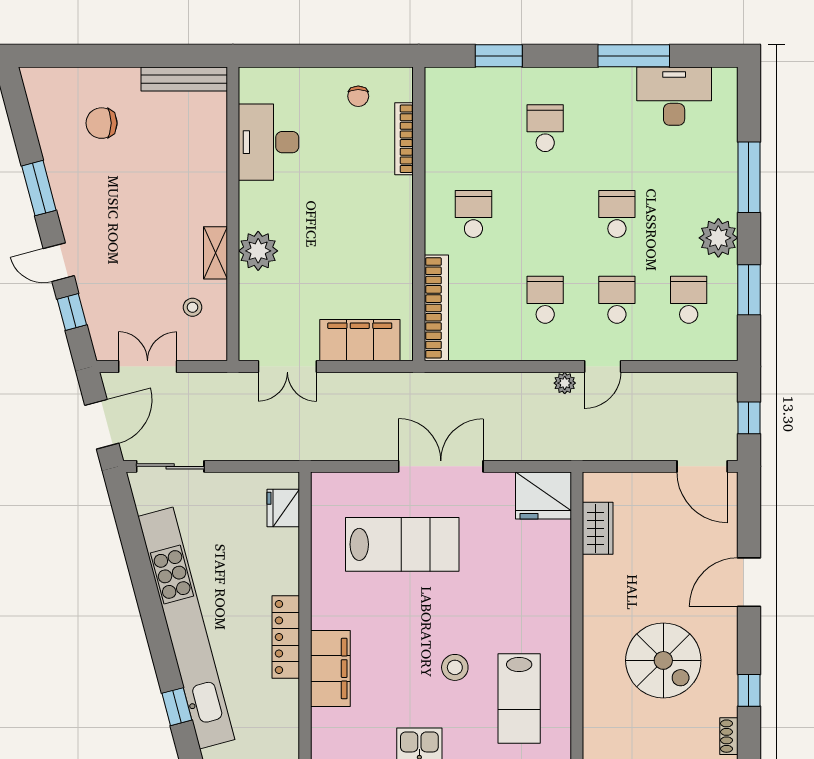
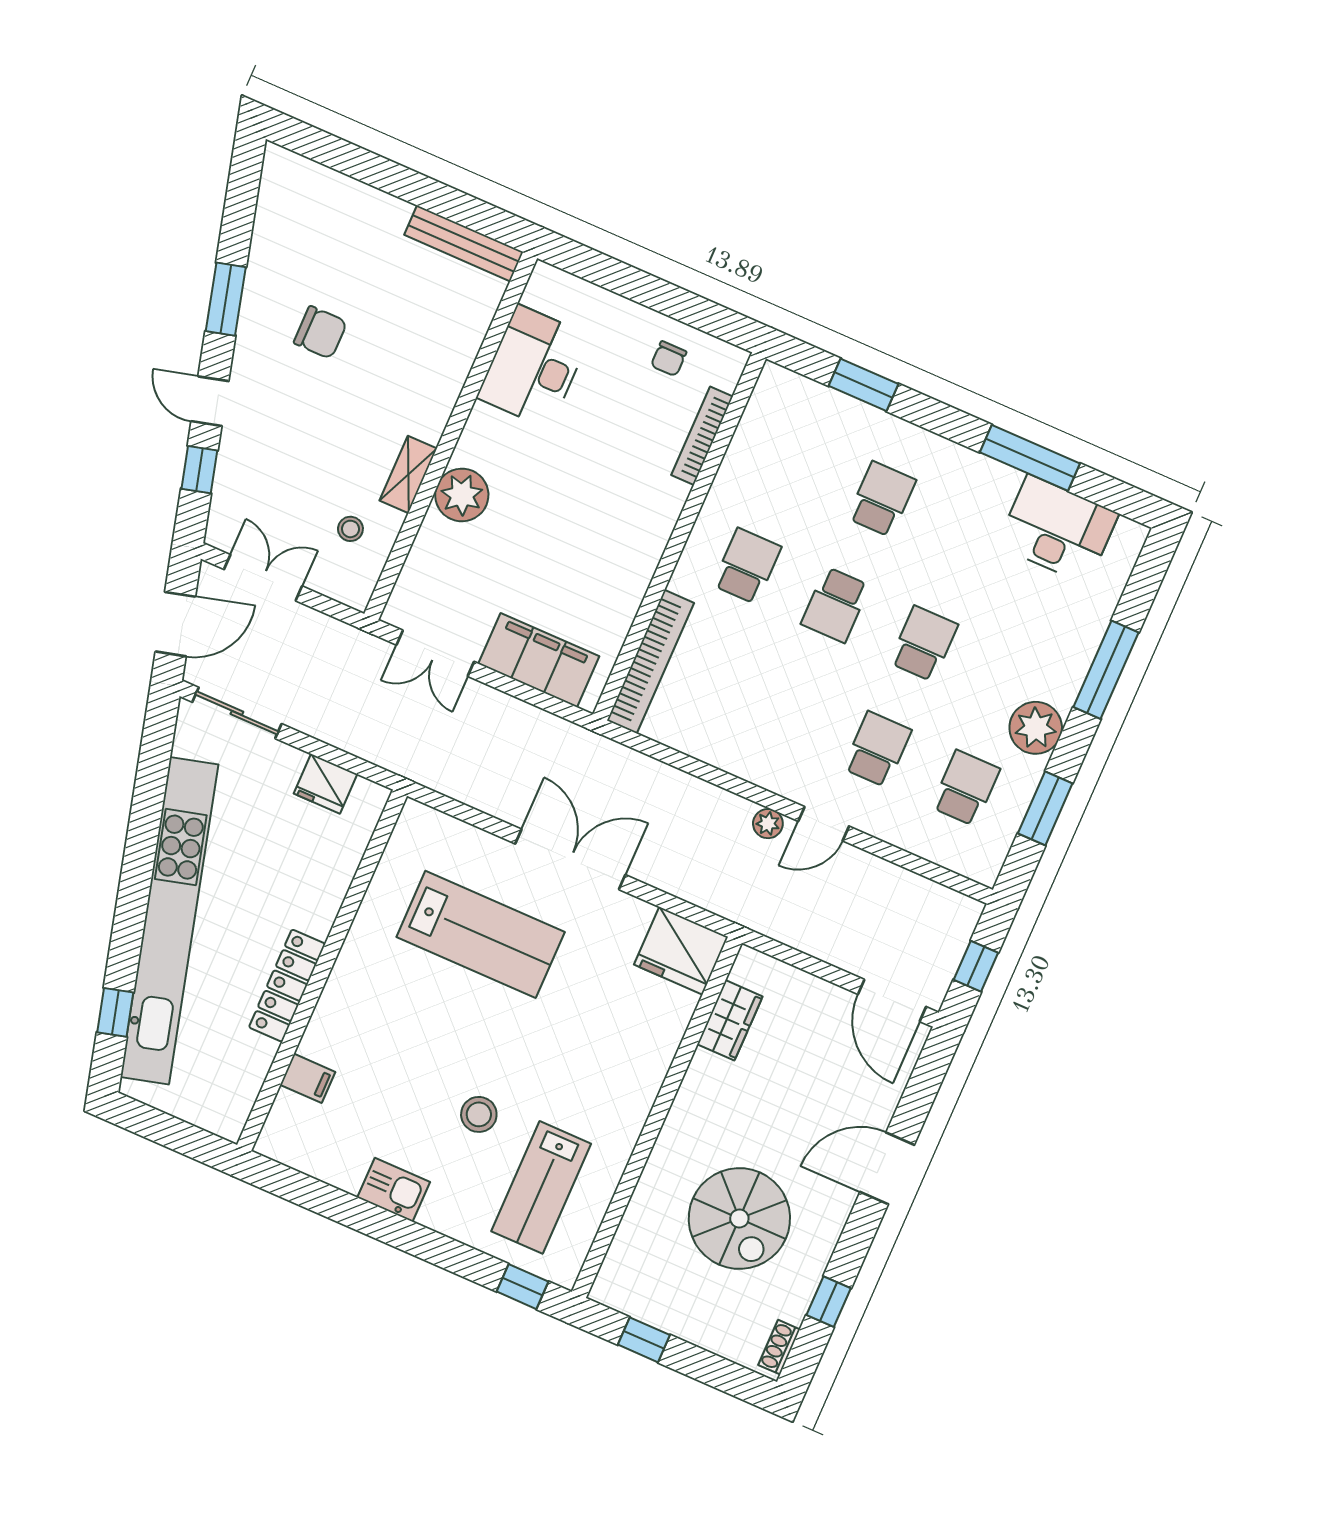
chair: (102, 123) -> (320, 332), moved, turned 180
school desk: (545, 300) -> (835, 605), moved, turned 180
fridge: (283, 508) -> (325, 784), moved, turned -90
filing cabinet: (330, 669) -> (308, 1078), width x0.33, depth x0.86

